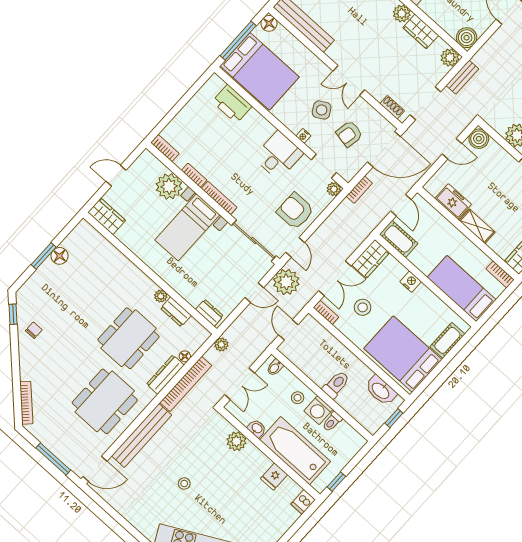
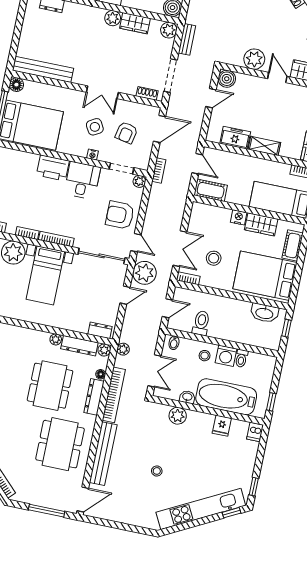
printer: (232, 104) -> (53, 168), moved
door: (384, 149) -> (159, 129), width x0.73
wardrobe: (371, 259) -> (261, 224), moved, turned 90
dresser: (176, 312) -> (79, 346), width x1.44
door: (288, 330) -> (167, 308), swing flipped
plant: (202, 334) -> (104, 350), added
toilet: (336, 385) -> (201, 323), moved

